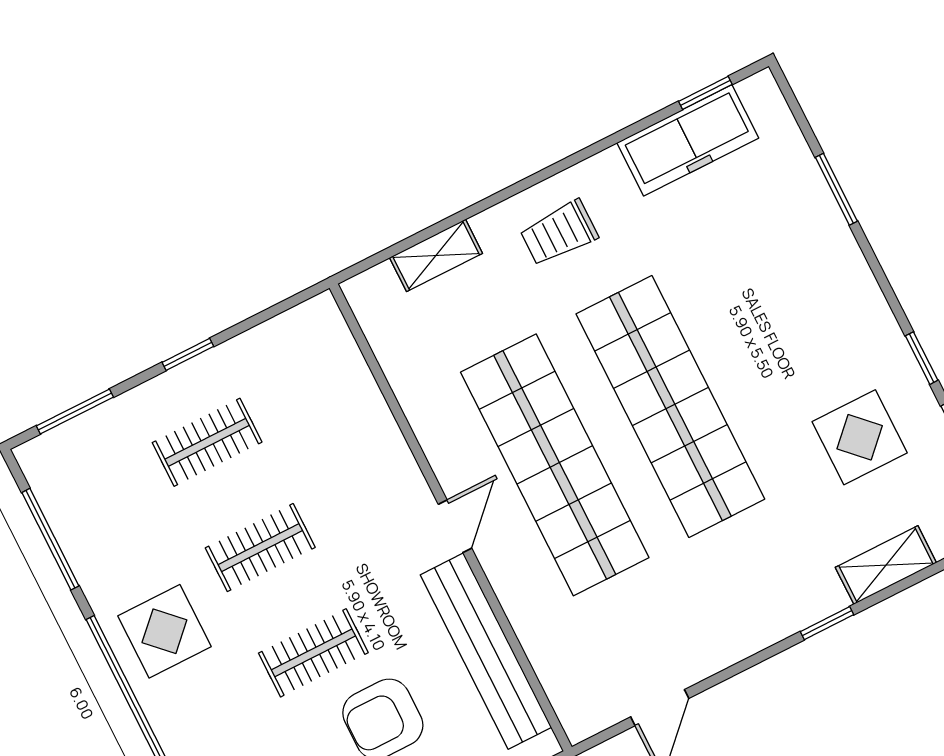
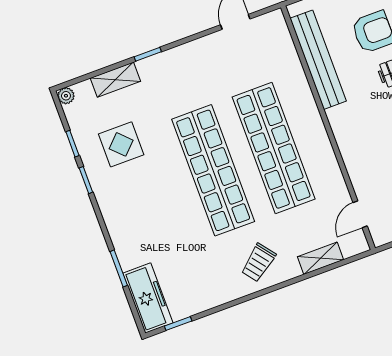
freezer: (688, 140) -> (148, 298), moved, turned 90
trolley: (559, 233) -> (258, 262), turned 142
door: (455, 526) -> (360, 214), moved

